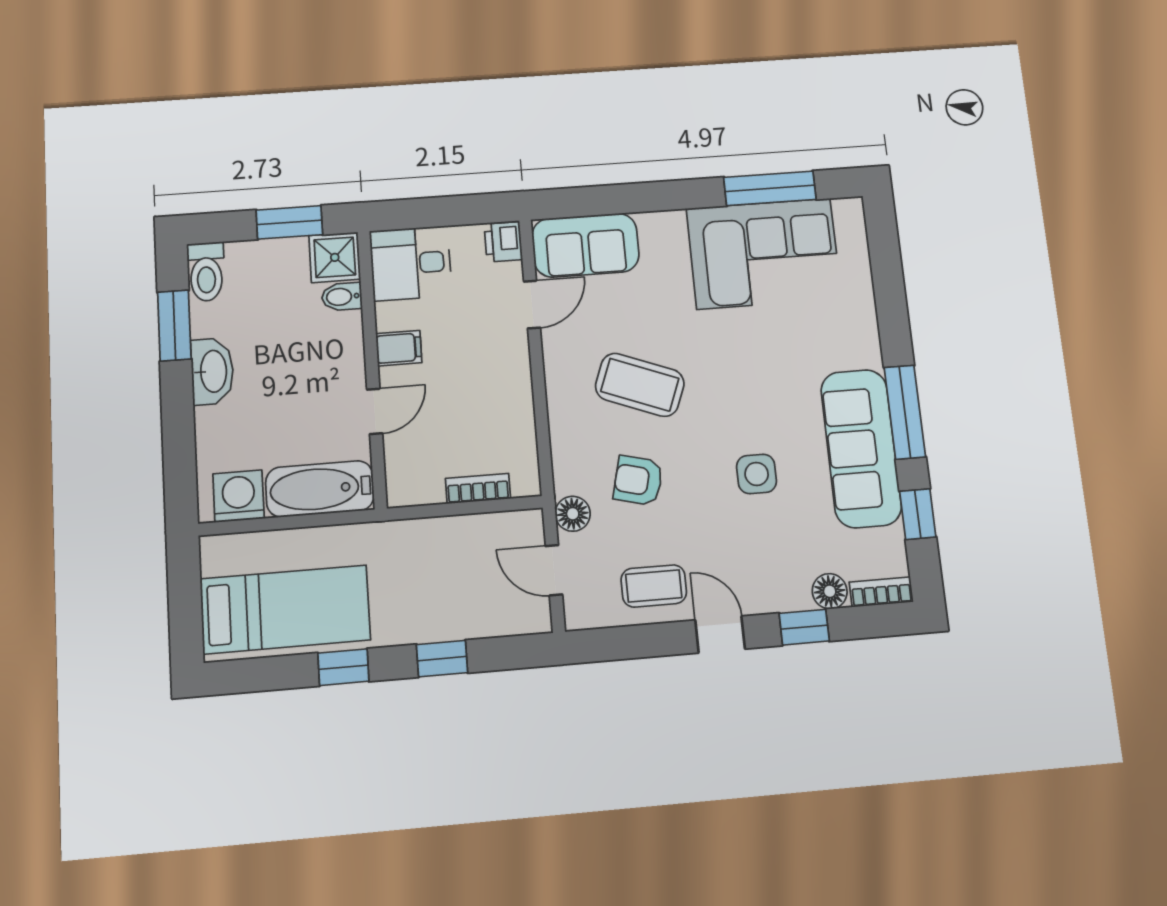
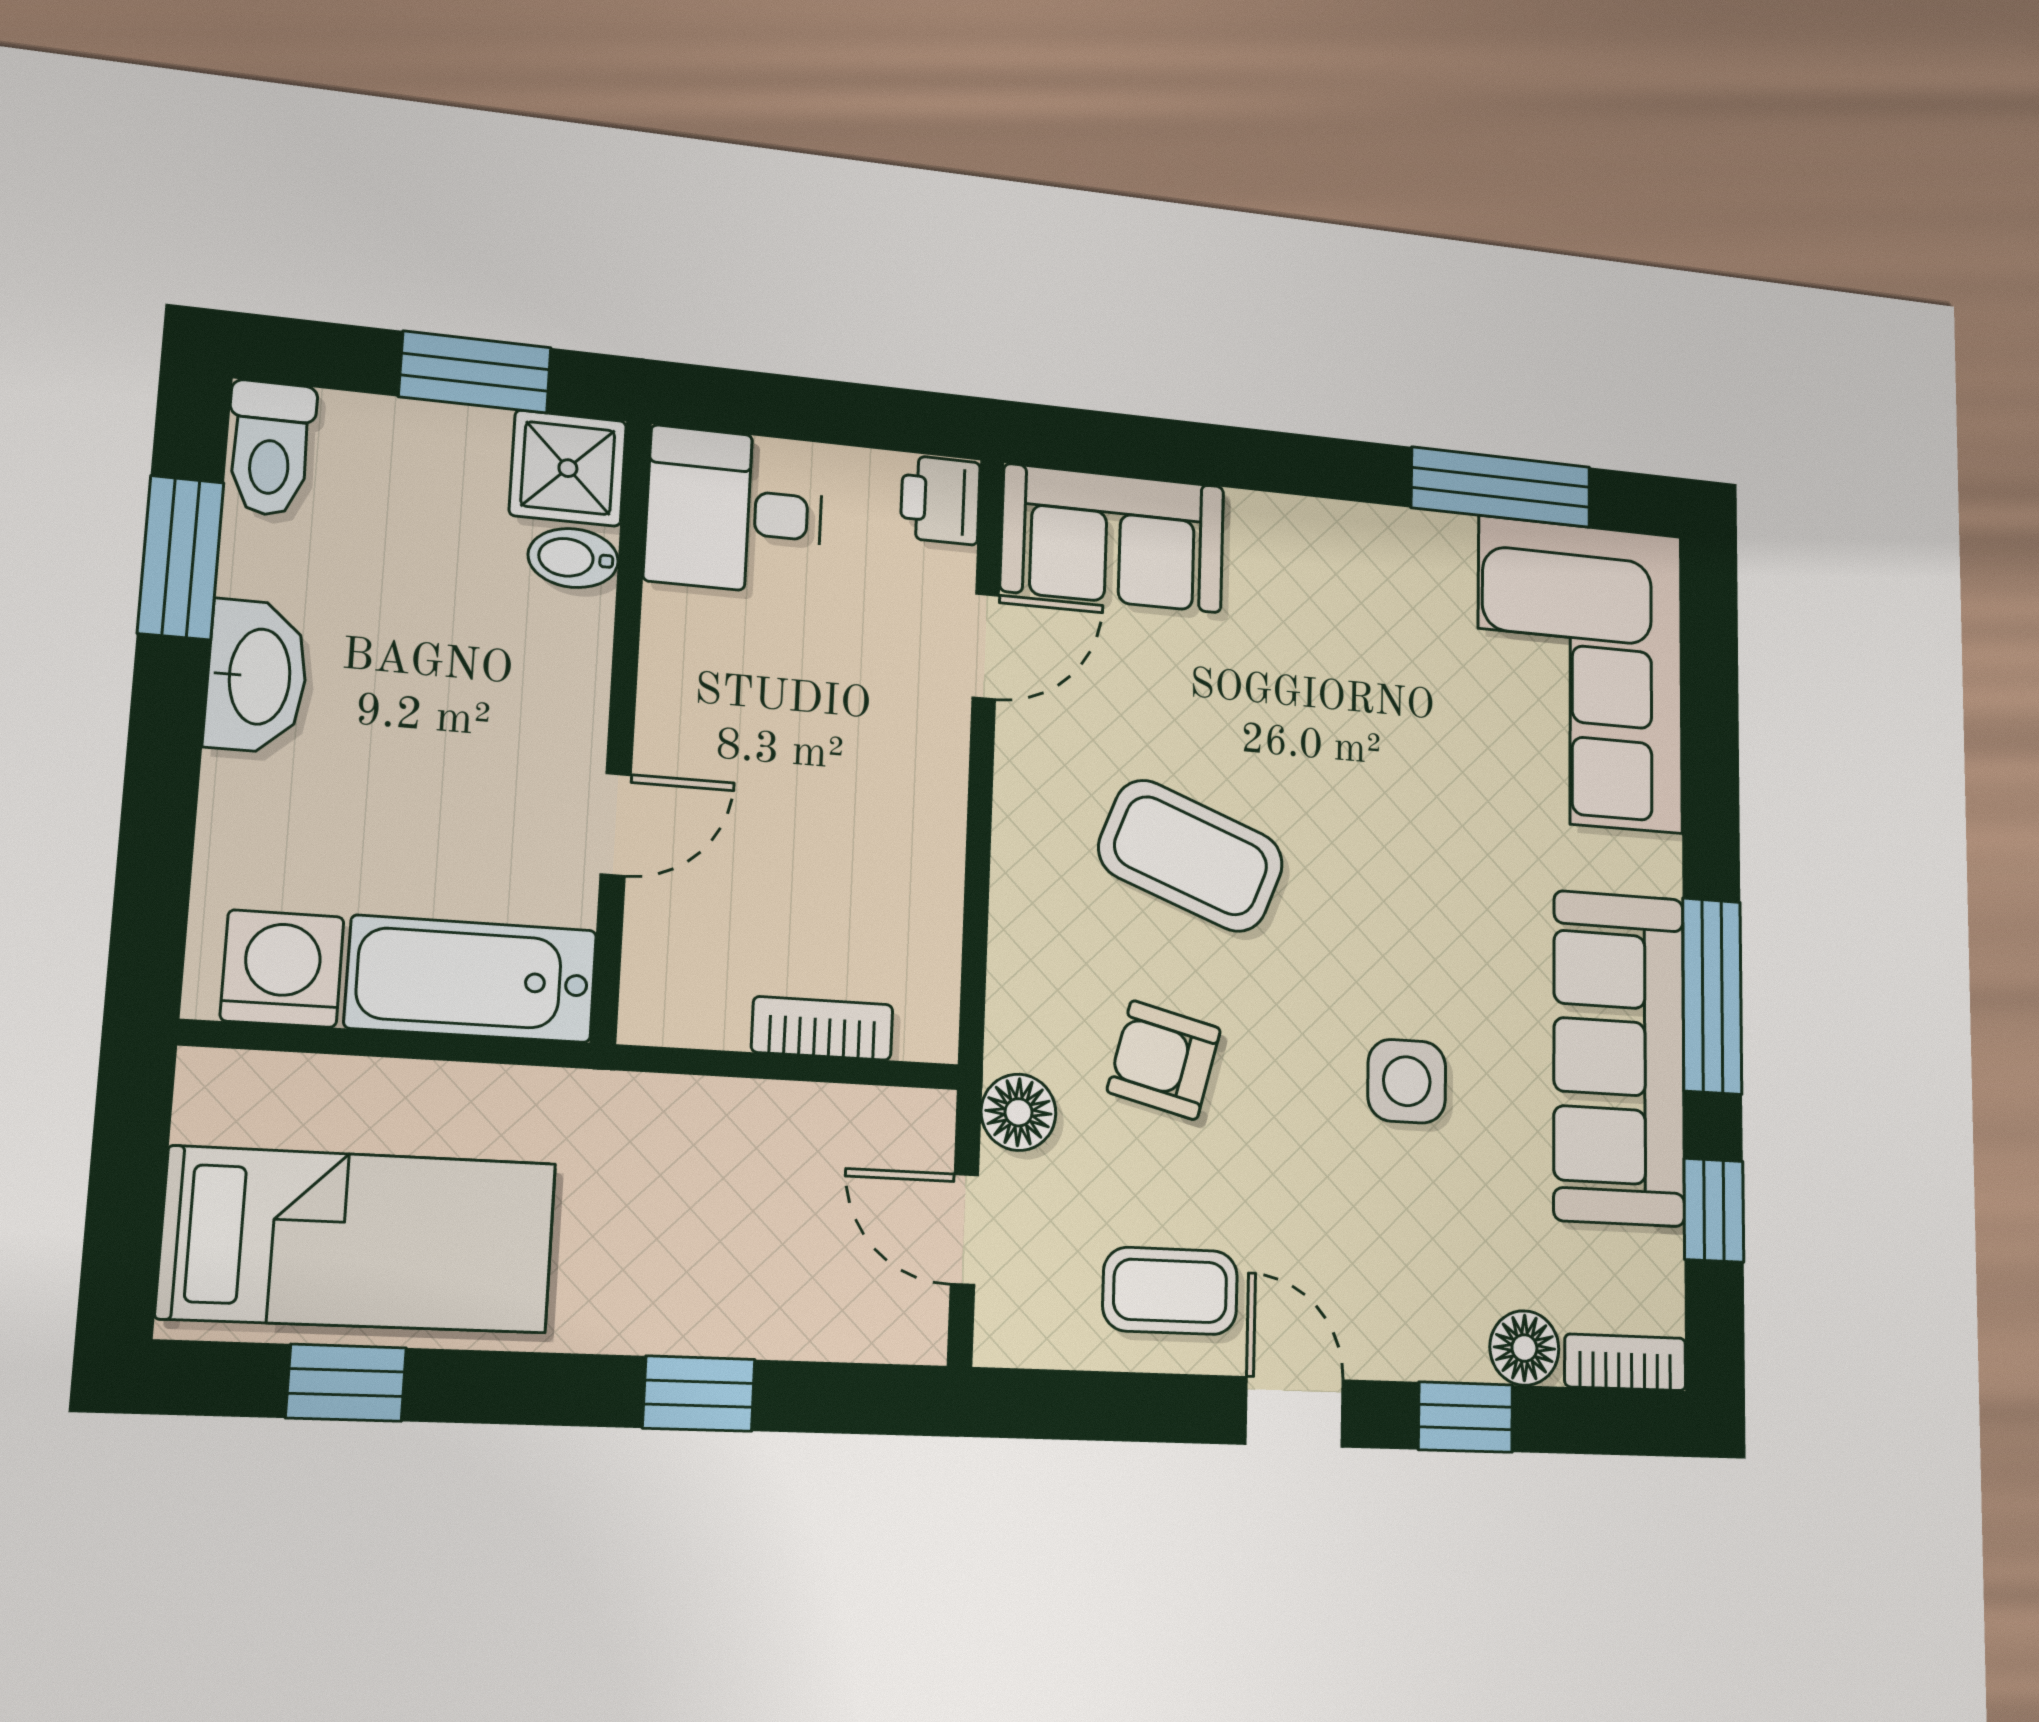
corner sofa: (764, 254) -> (1581, 674), moved, turned 90
filing cabinet: (399, 348) -> (686, 693), removed
window: (343, 667) -> (346, 1383), moved

